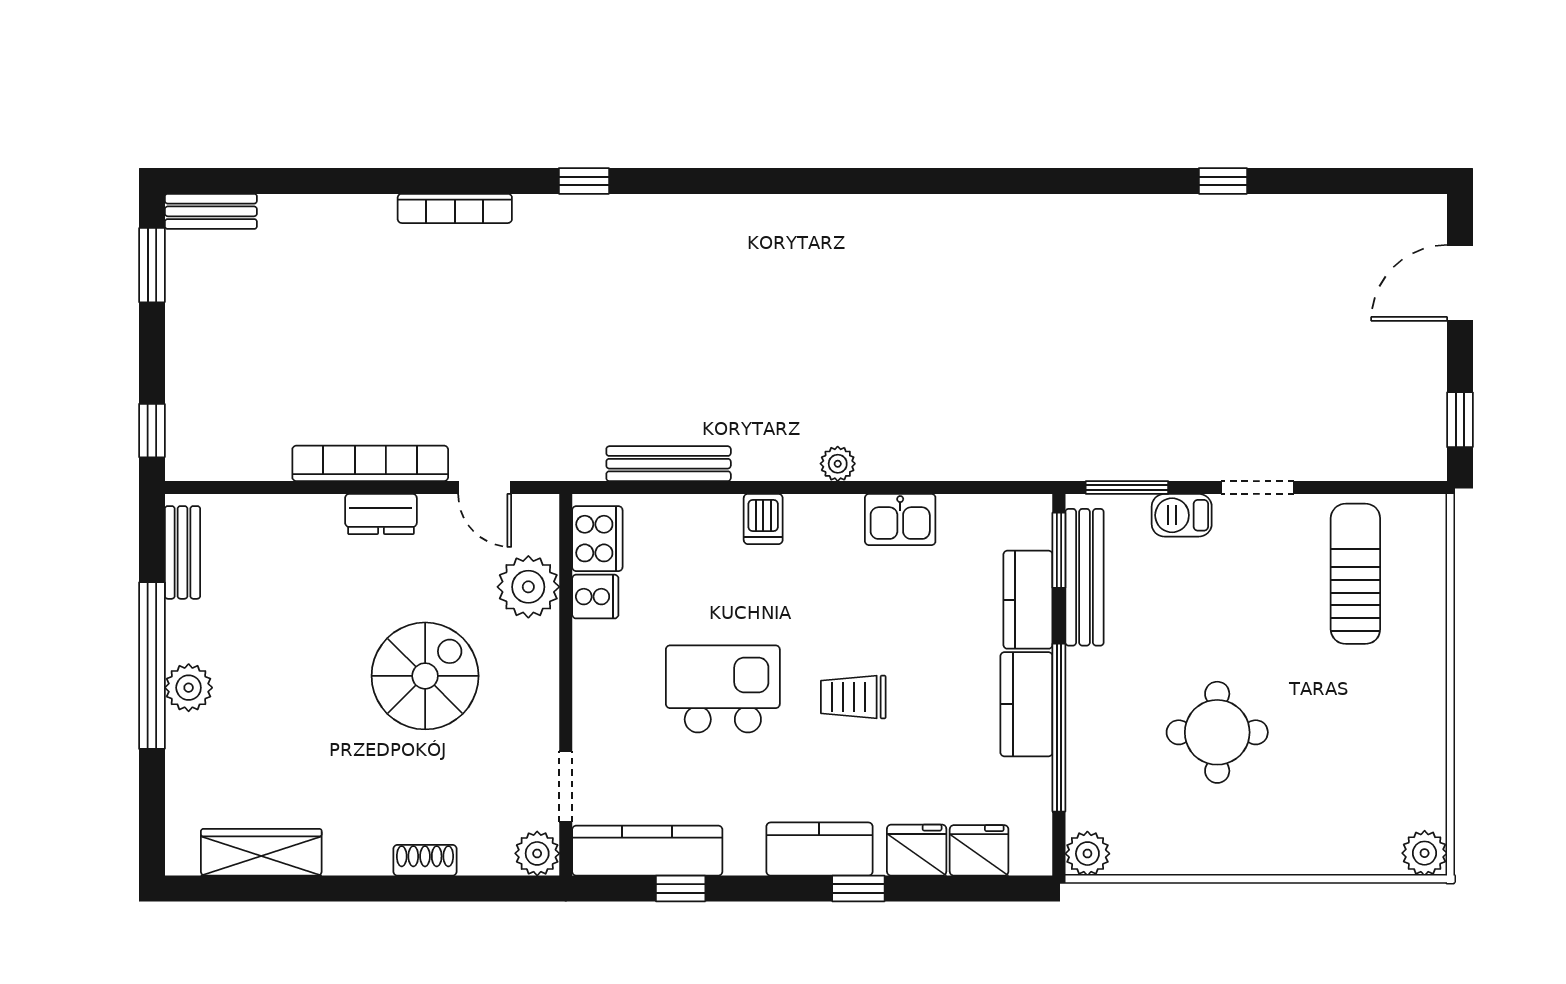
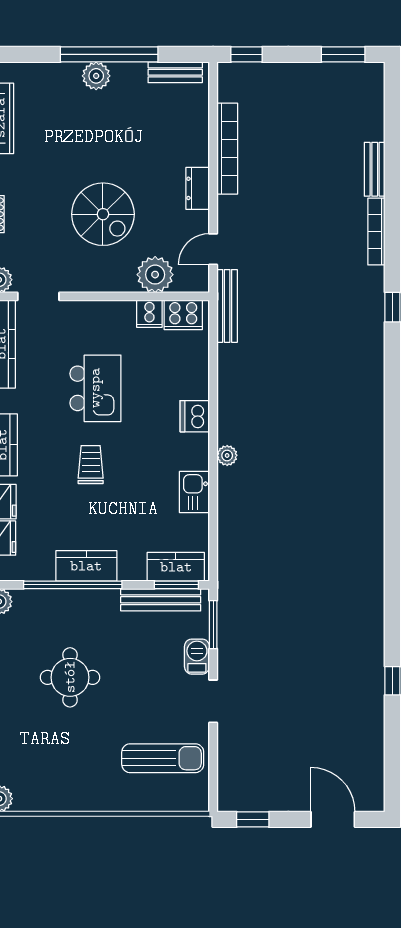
bench: (211, 211) -> (375, 169), moved
bookcase: (370, 463) -> (227, 149), moved
bench: (669, 464) -> (227, 306), moved
dishwasher: (763, 519) -> (195, 416), width x1.38
kitchen counter: (1028, 600) -> (176, 567), moved

